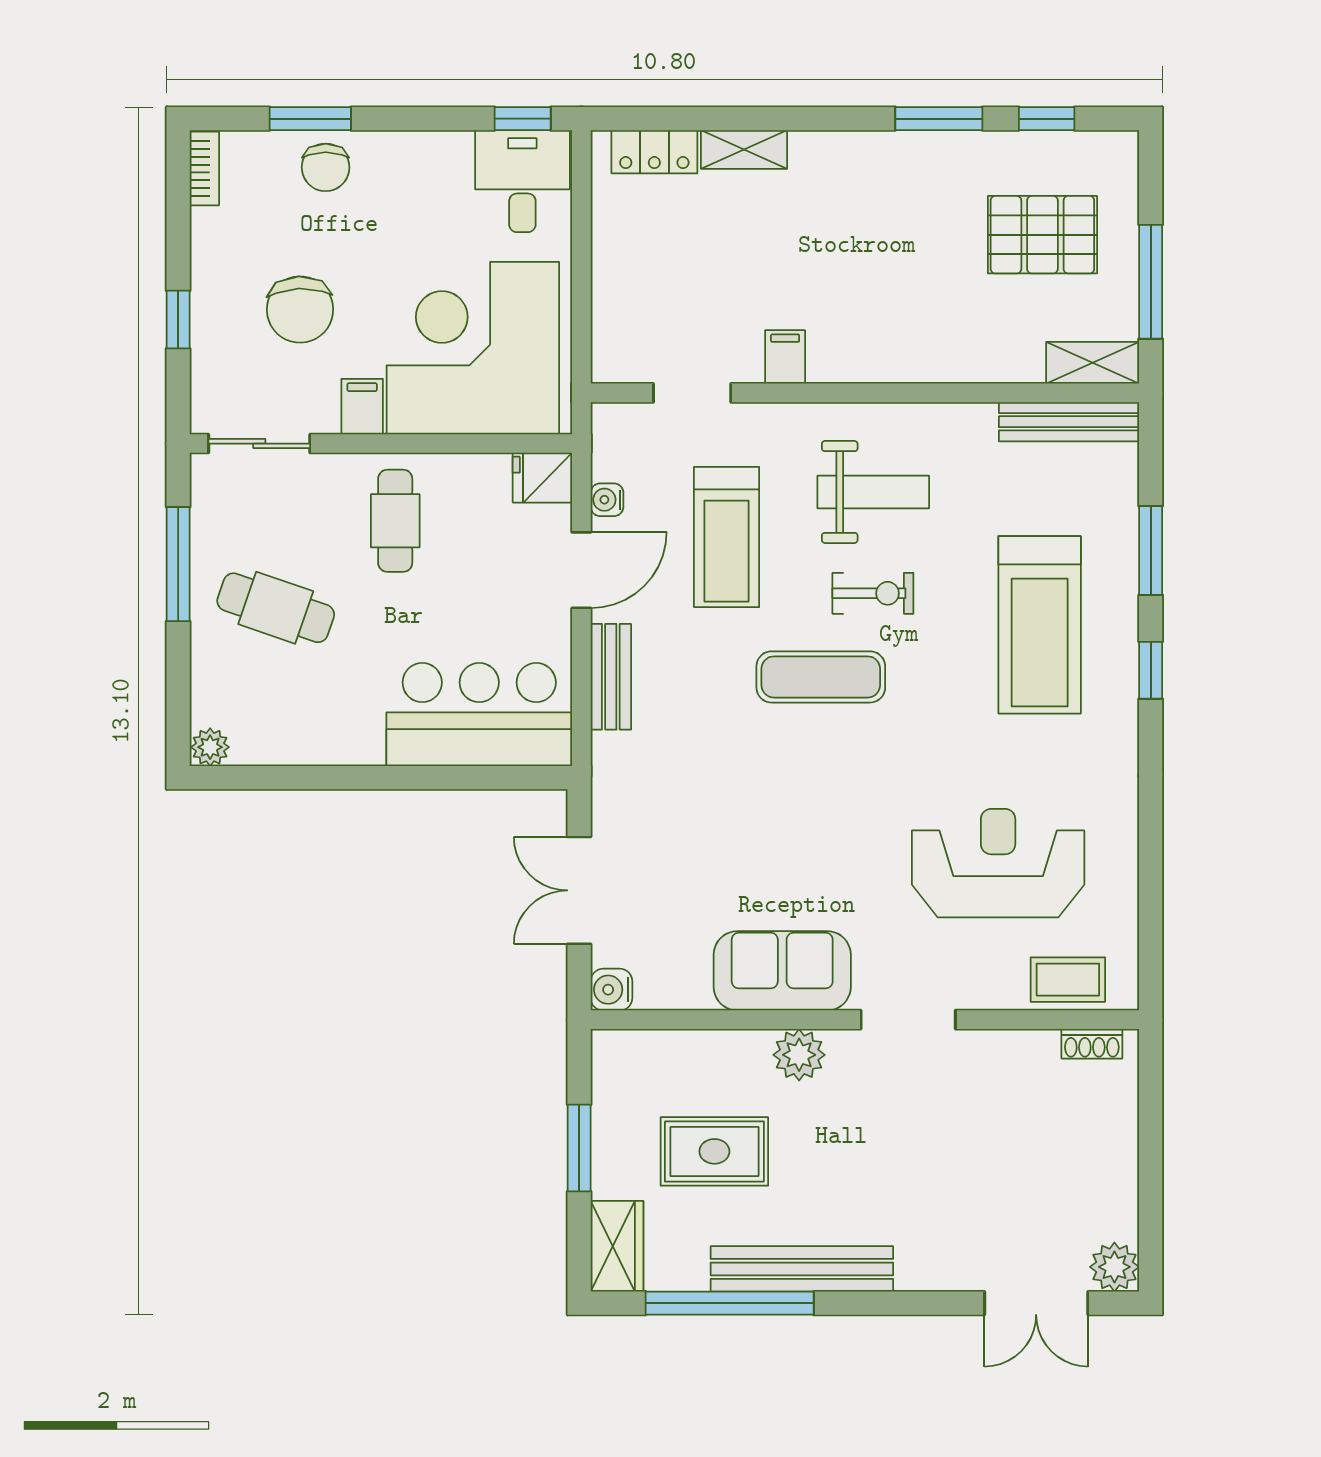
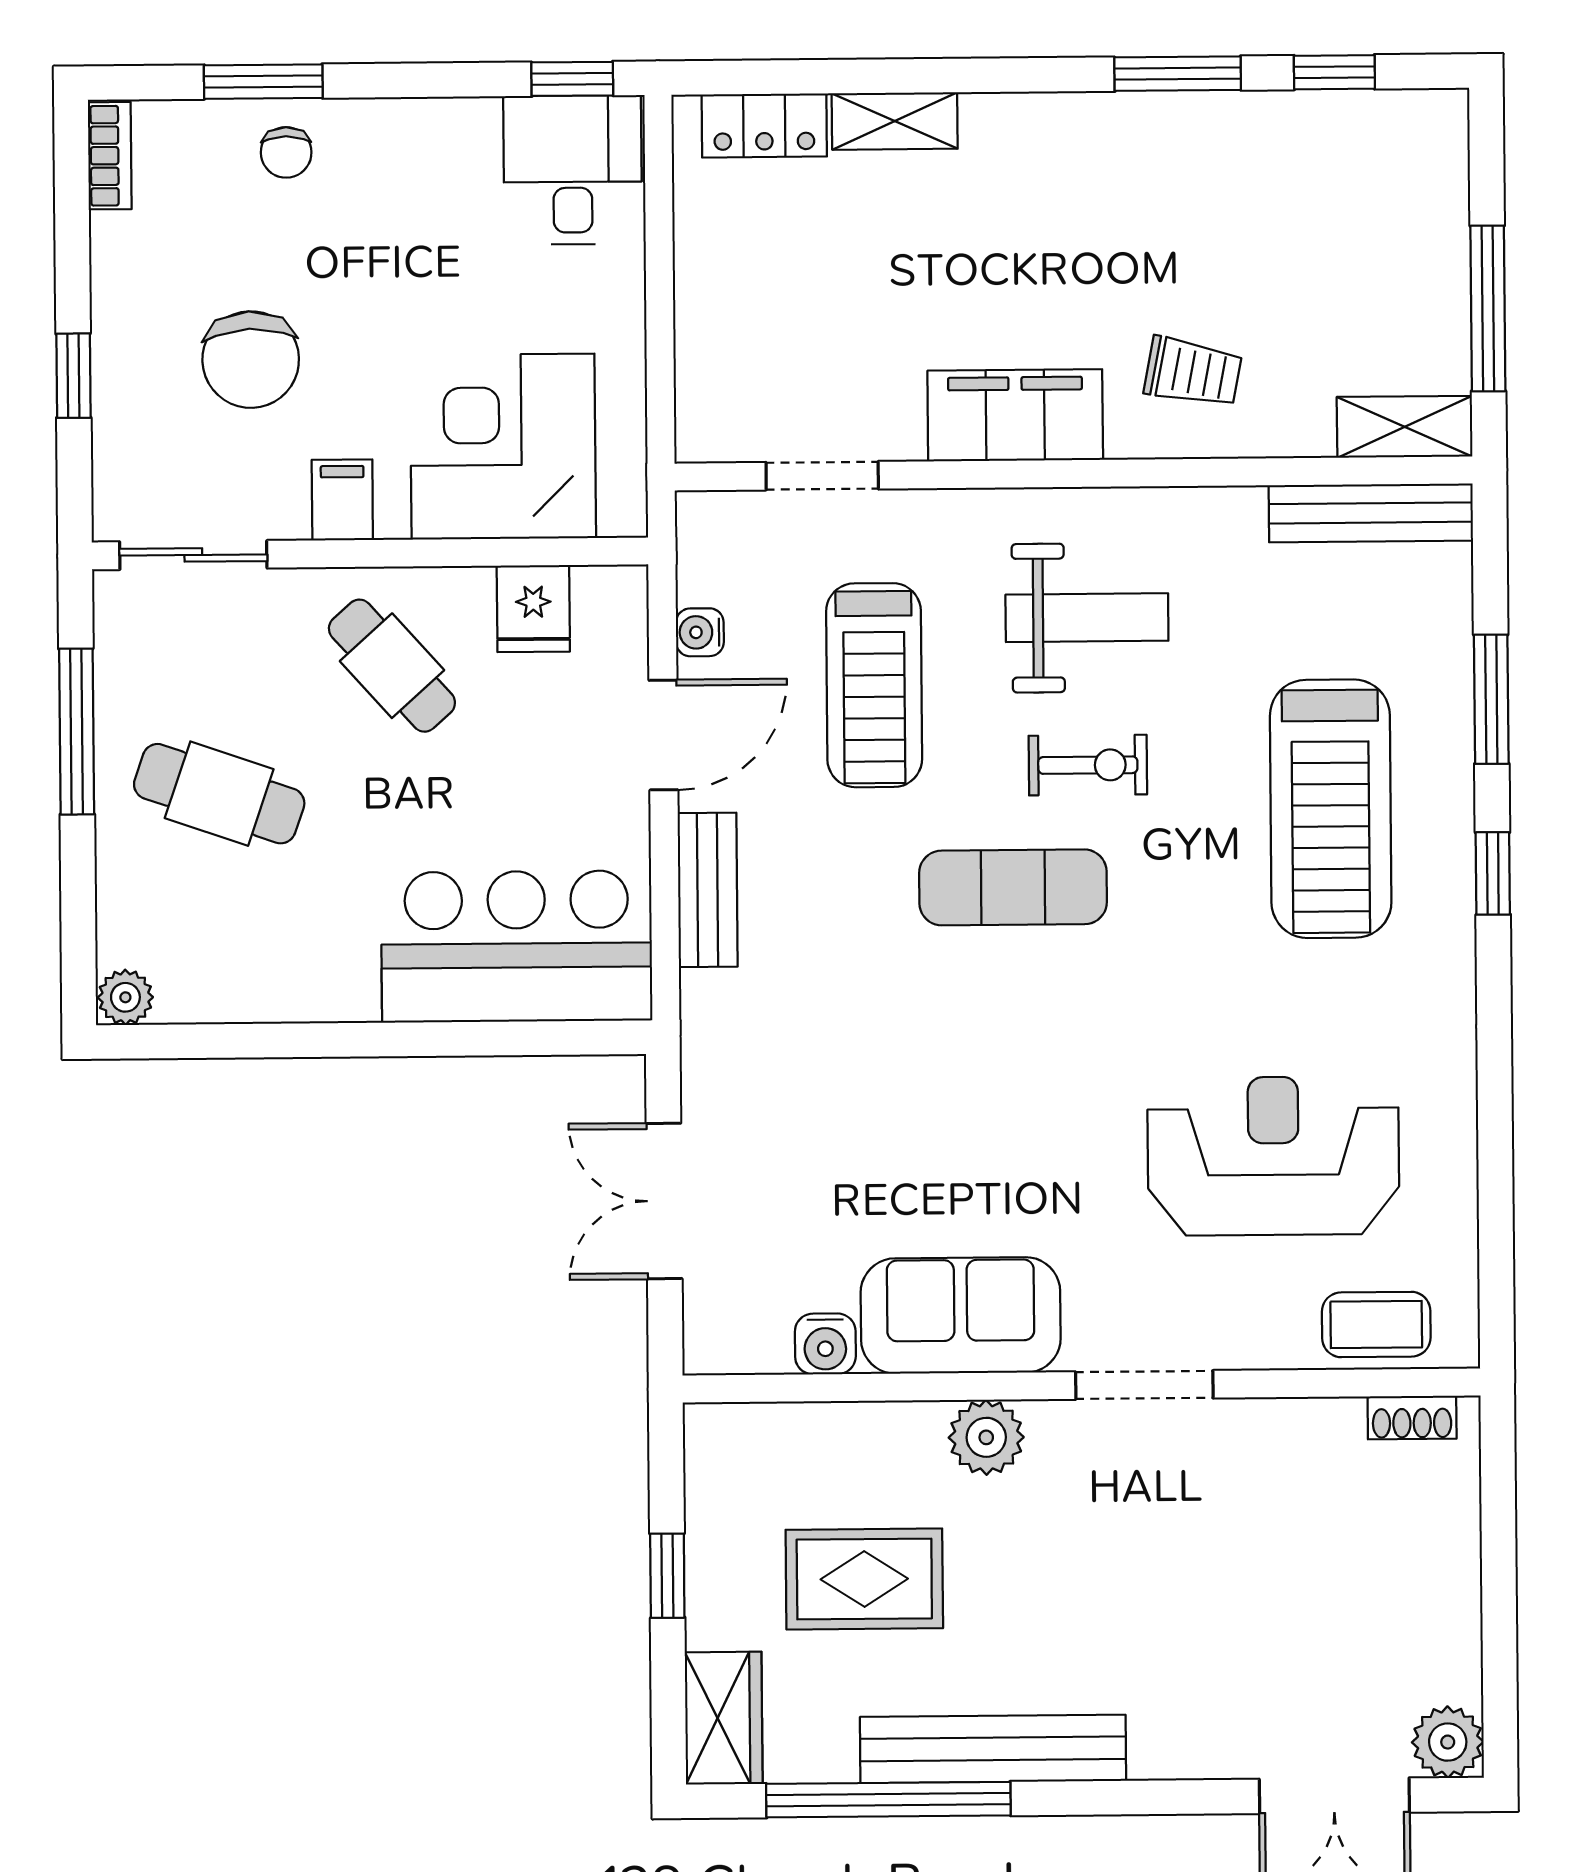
chair: (326, 167) -> (286, 152), width x0.73, depth x0.73
pallet: (1042, 235) -> (1330, 241), removed
trolley: (947, 324) -> (1193, 372), added
corner desk: (473, 348) -> (503, 447), width x0.74, depth x0.74
filing cabinet: (785, 357) -> (1015, 415), width x3.00, depth x1.17
fridge: (542, 478) -> (533, 609), moved, turned -90
cafe table: (395, 521) -> (392, 666), turned -42
water cooler: (611, 990) -> (825, 1344), moved, turned -90
window: (579, 1148) -> (667, 1576), width x0.67

